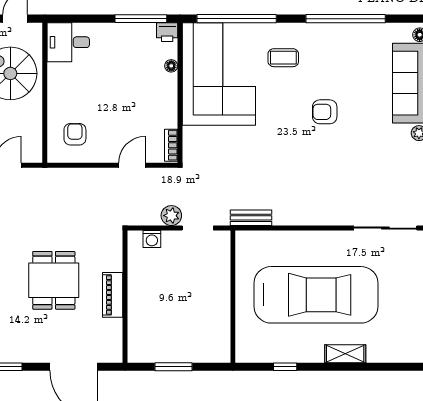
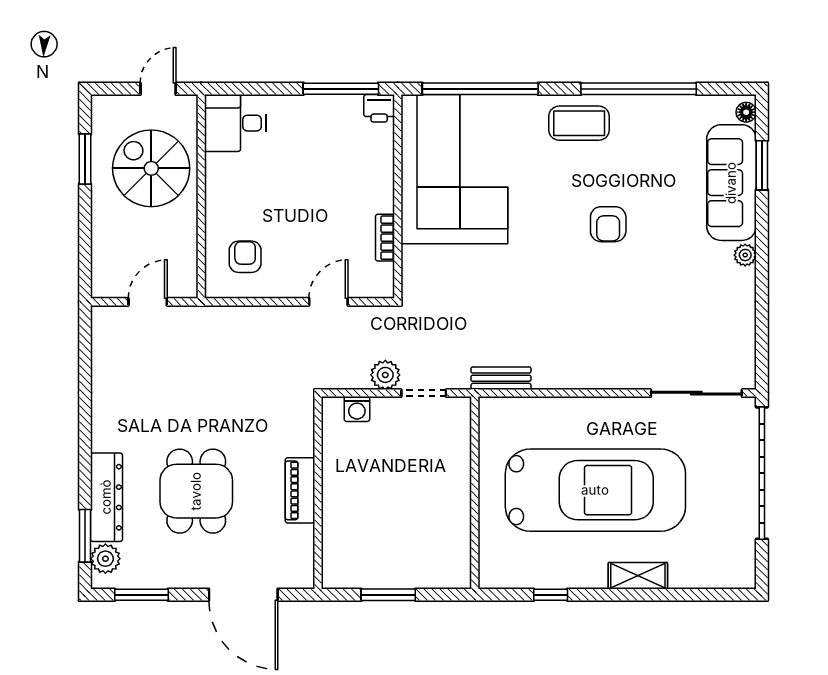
coffee table: (283, 58) -> (579, 123), moved, width x1.36, depth x1.30
floor lamp: (171, 66) -> (385, 157), removed
armchair: (325, 112) -> (608, 224), turned -90
bookcase: (171, 145) -> (385, 238), moved
dining table: (54, 280) -> (196, 491), moved

